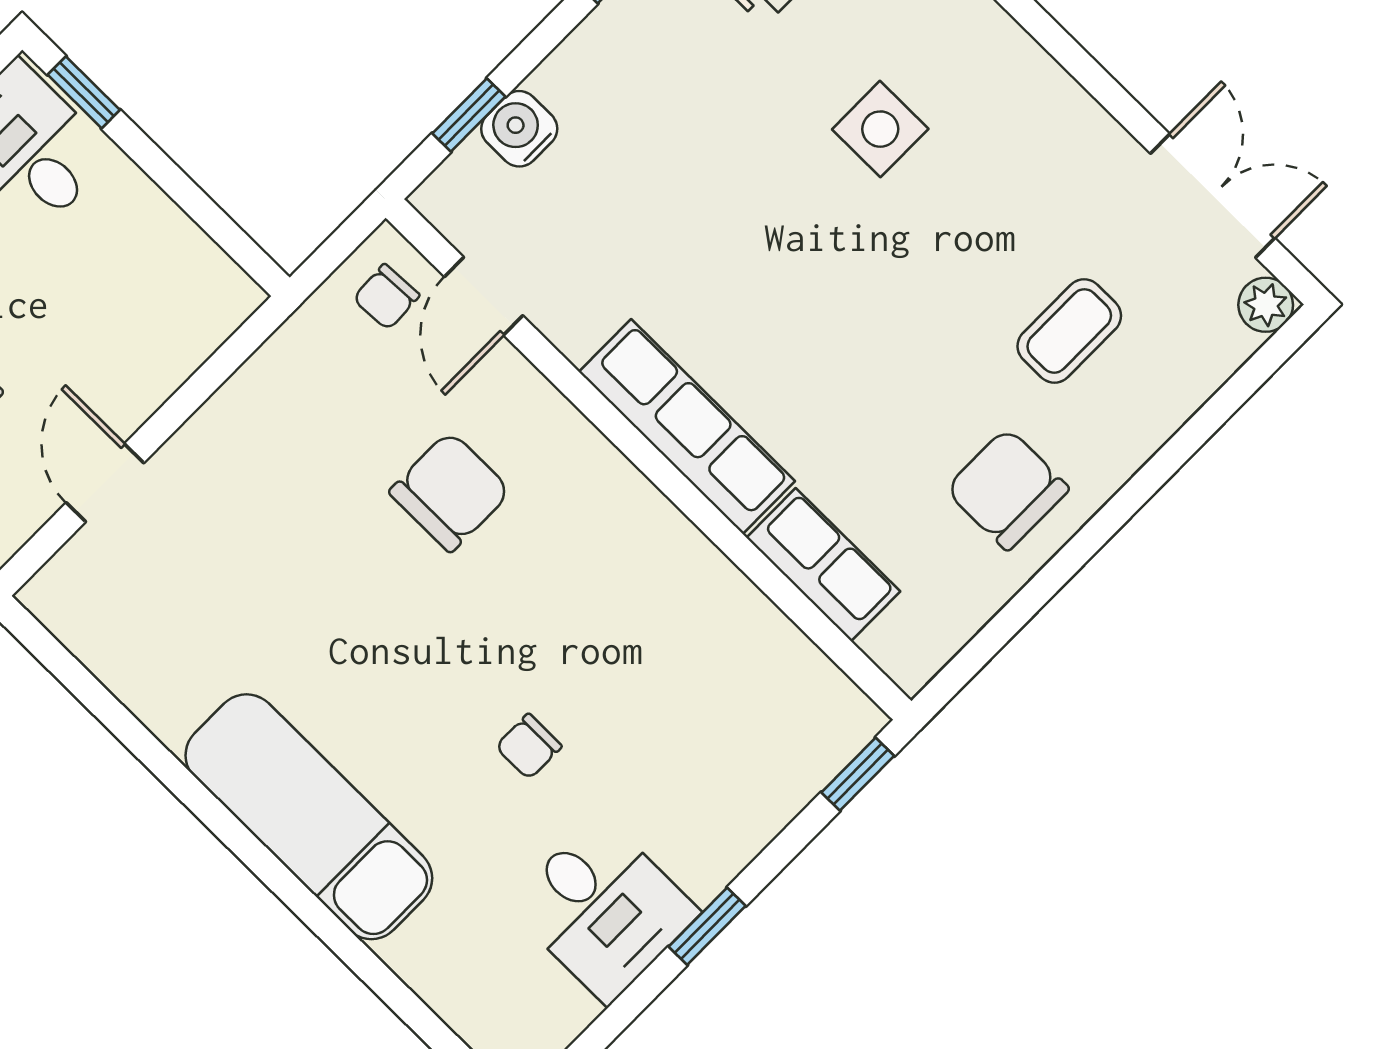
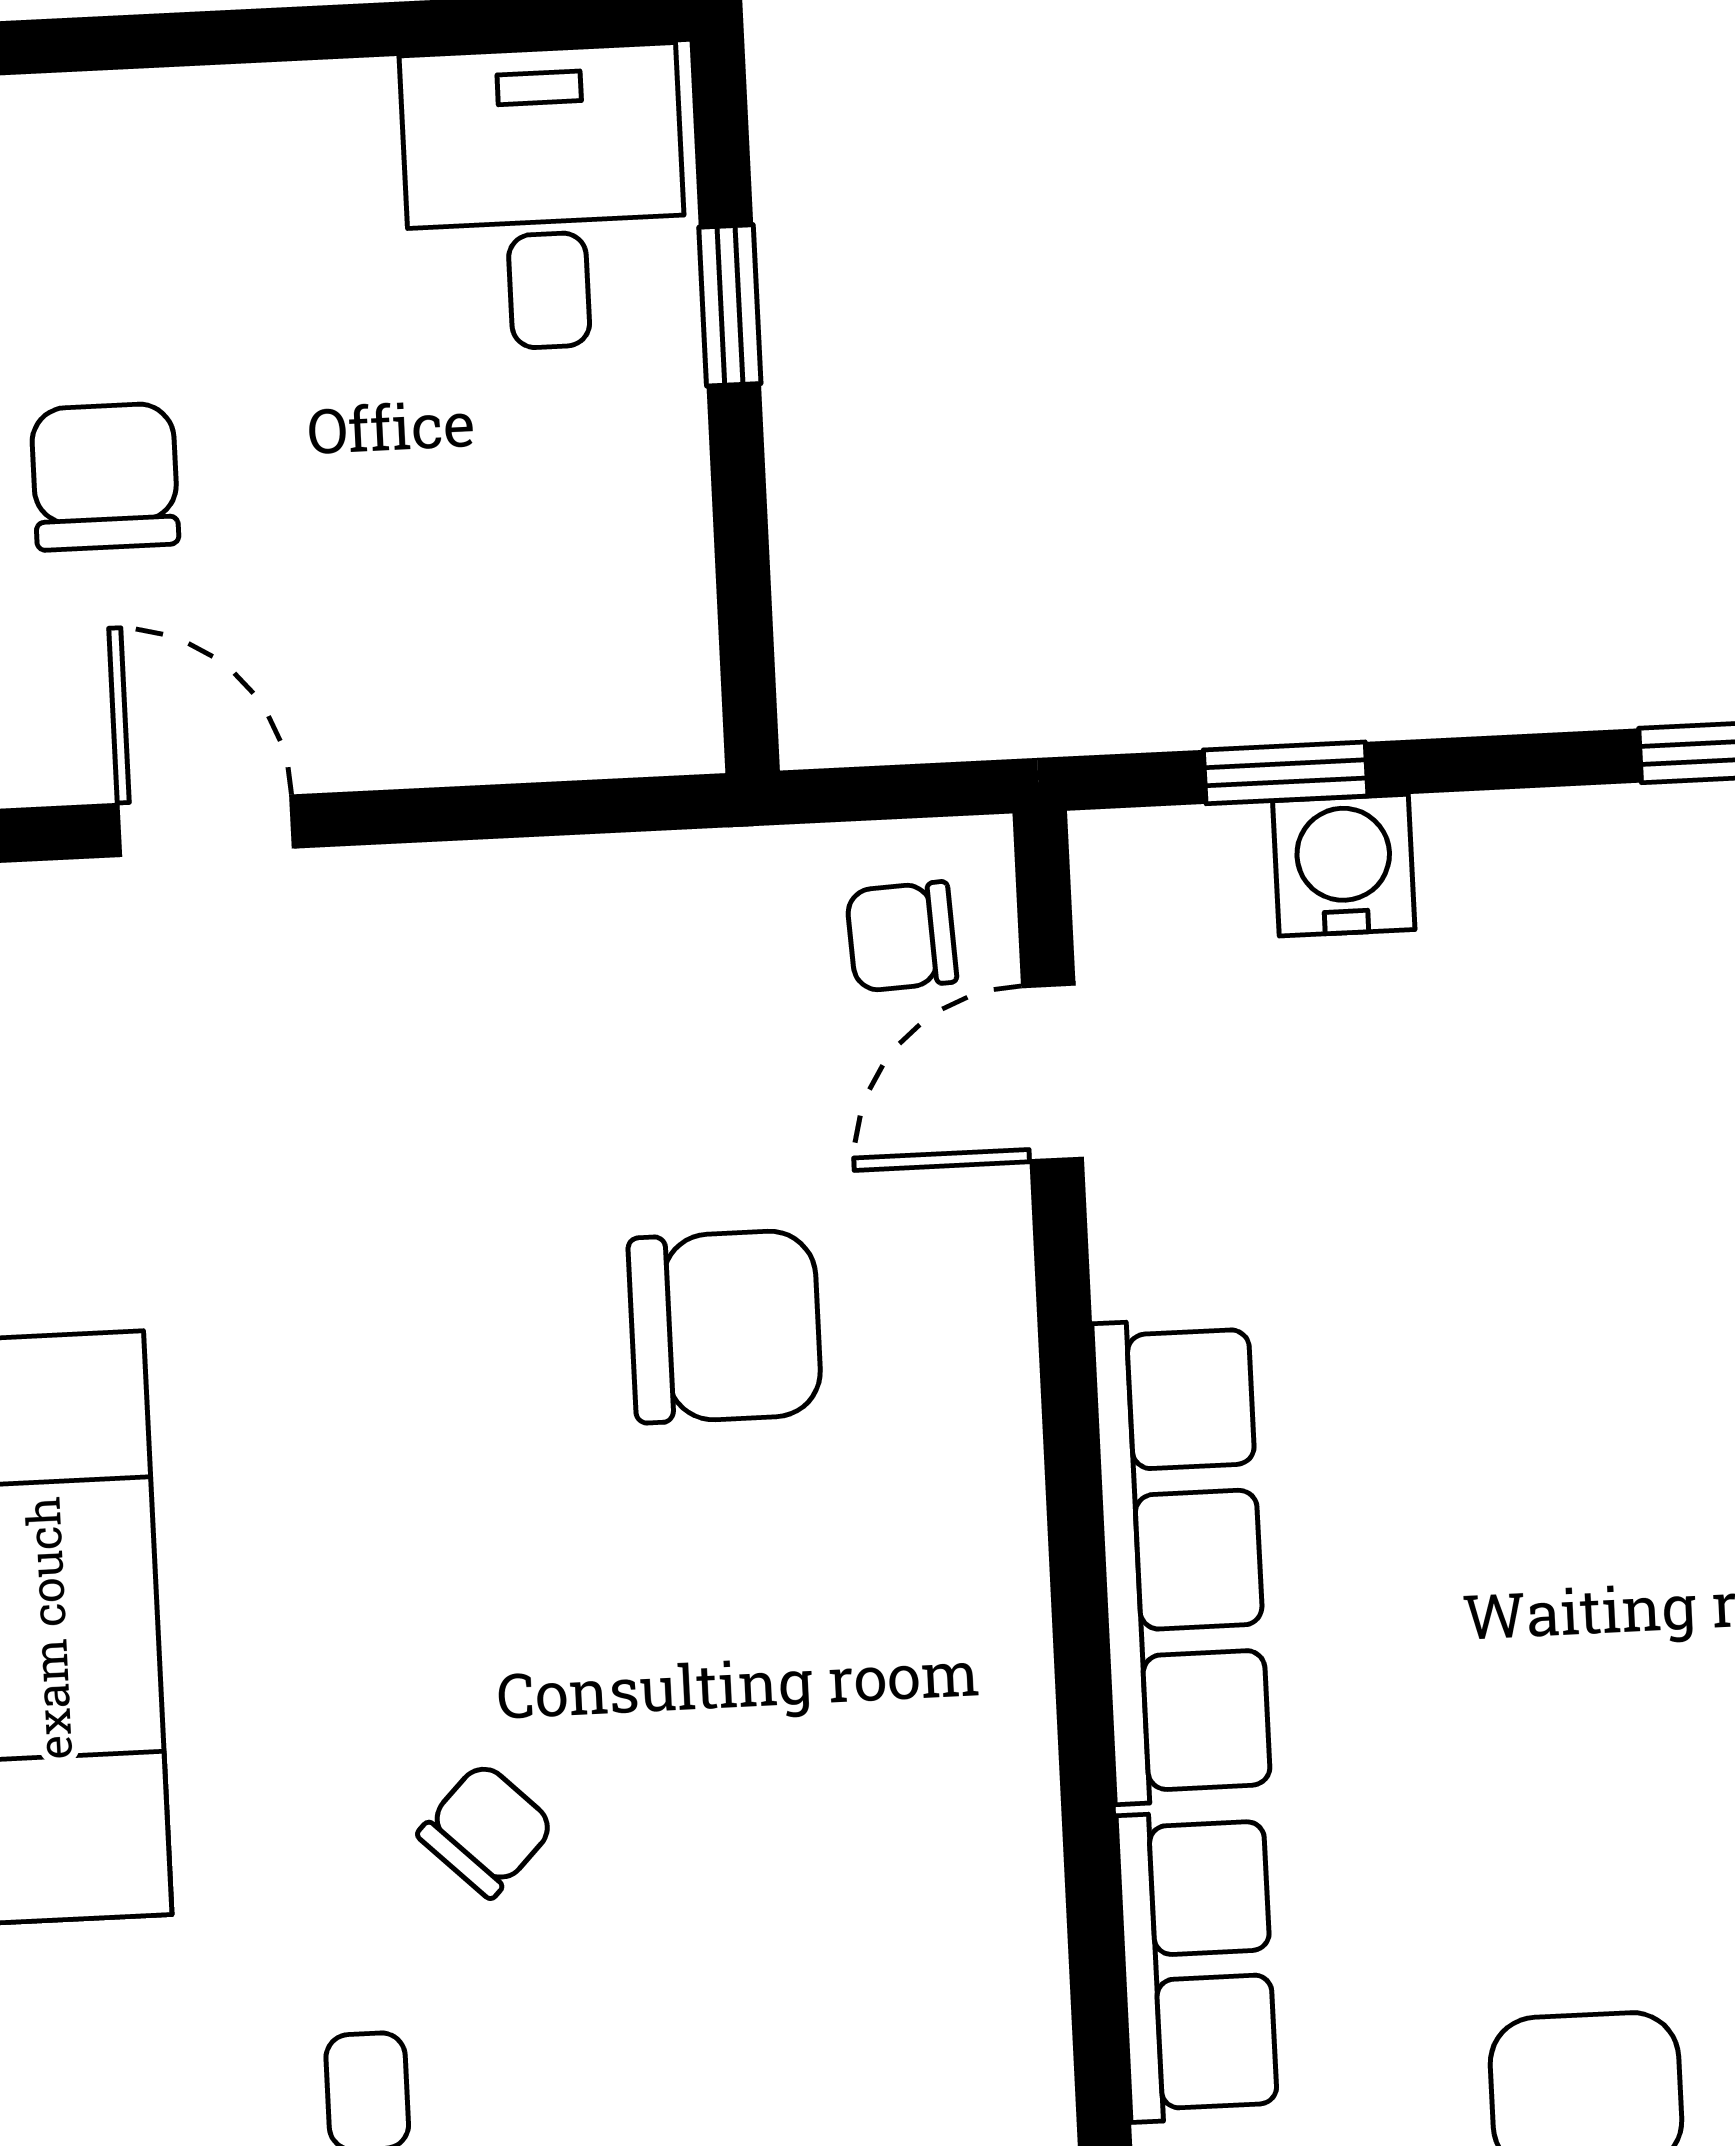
window: (84, 92) -> (730, 305), moved
door: (105, 483) -> (206, 826), hinge flipped
chair: (529, 746) -> (486, 1830), turned 134

